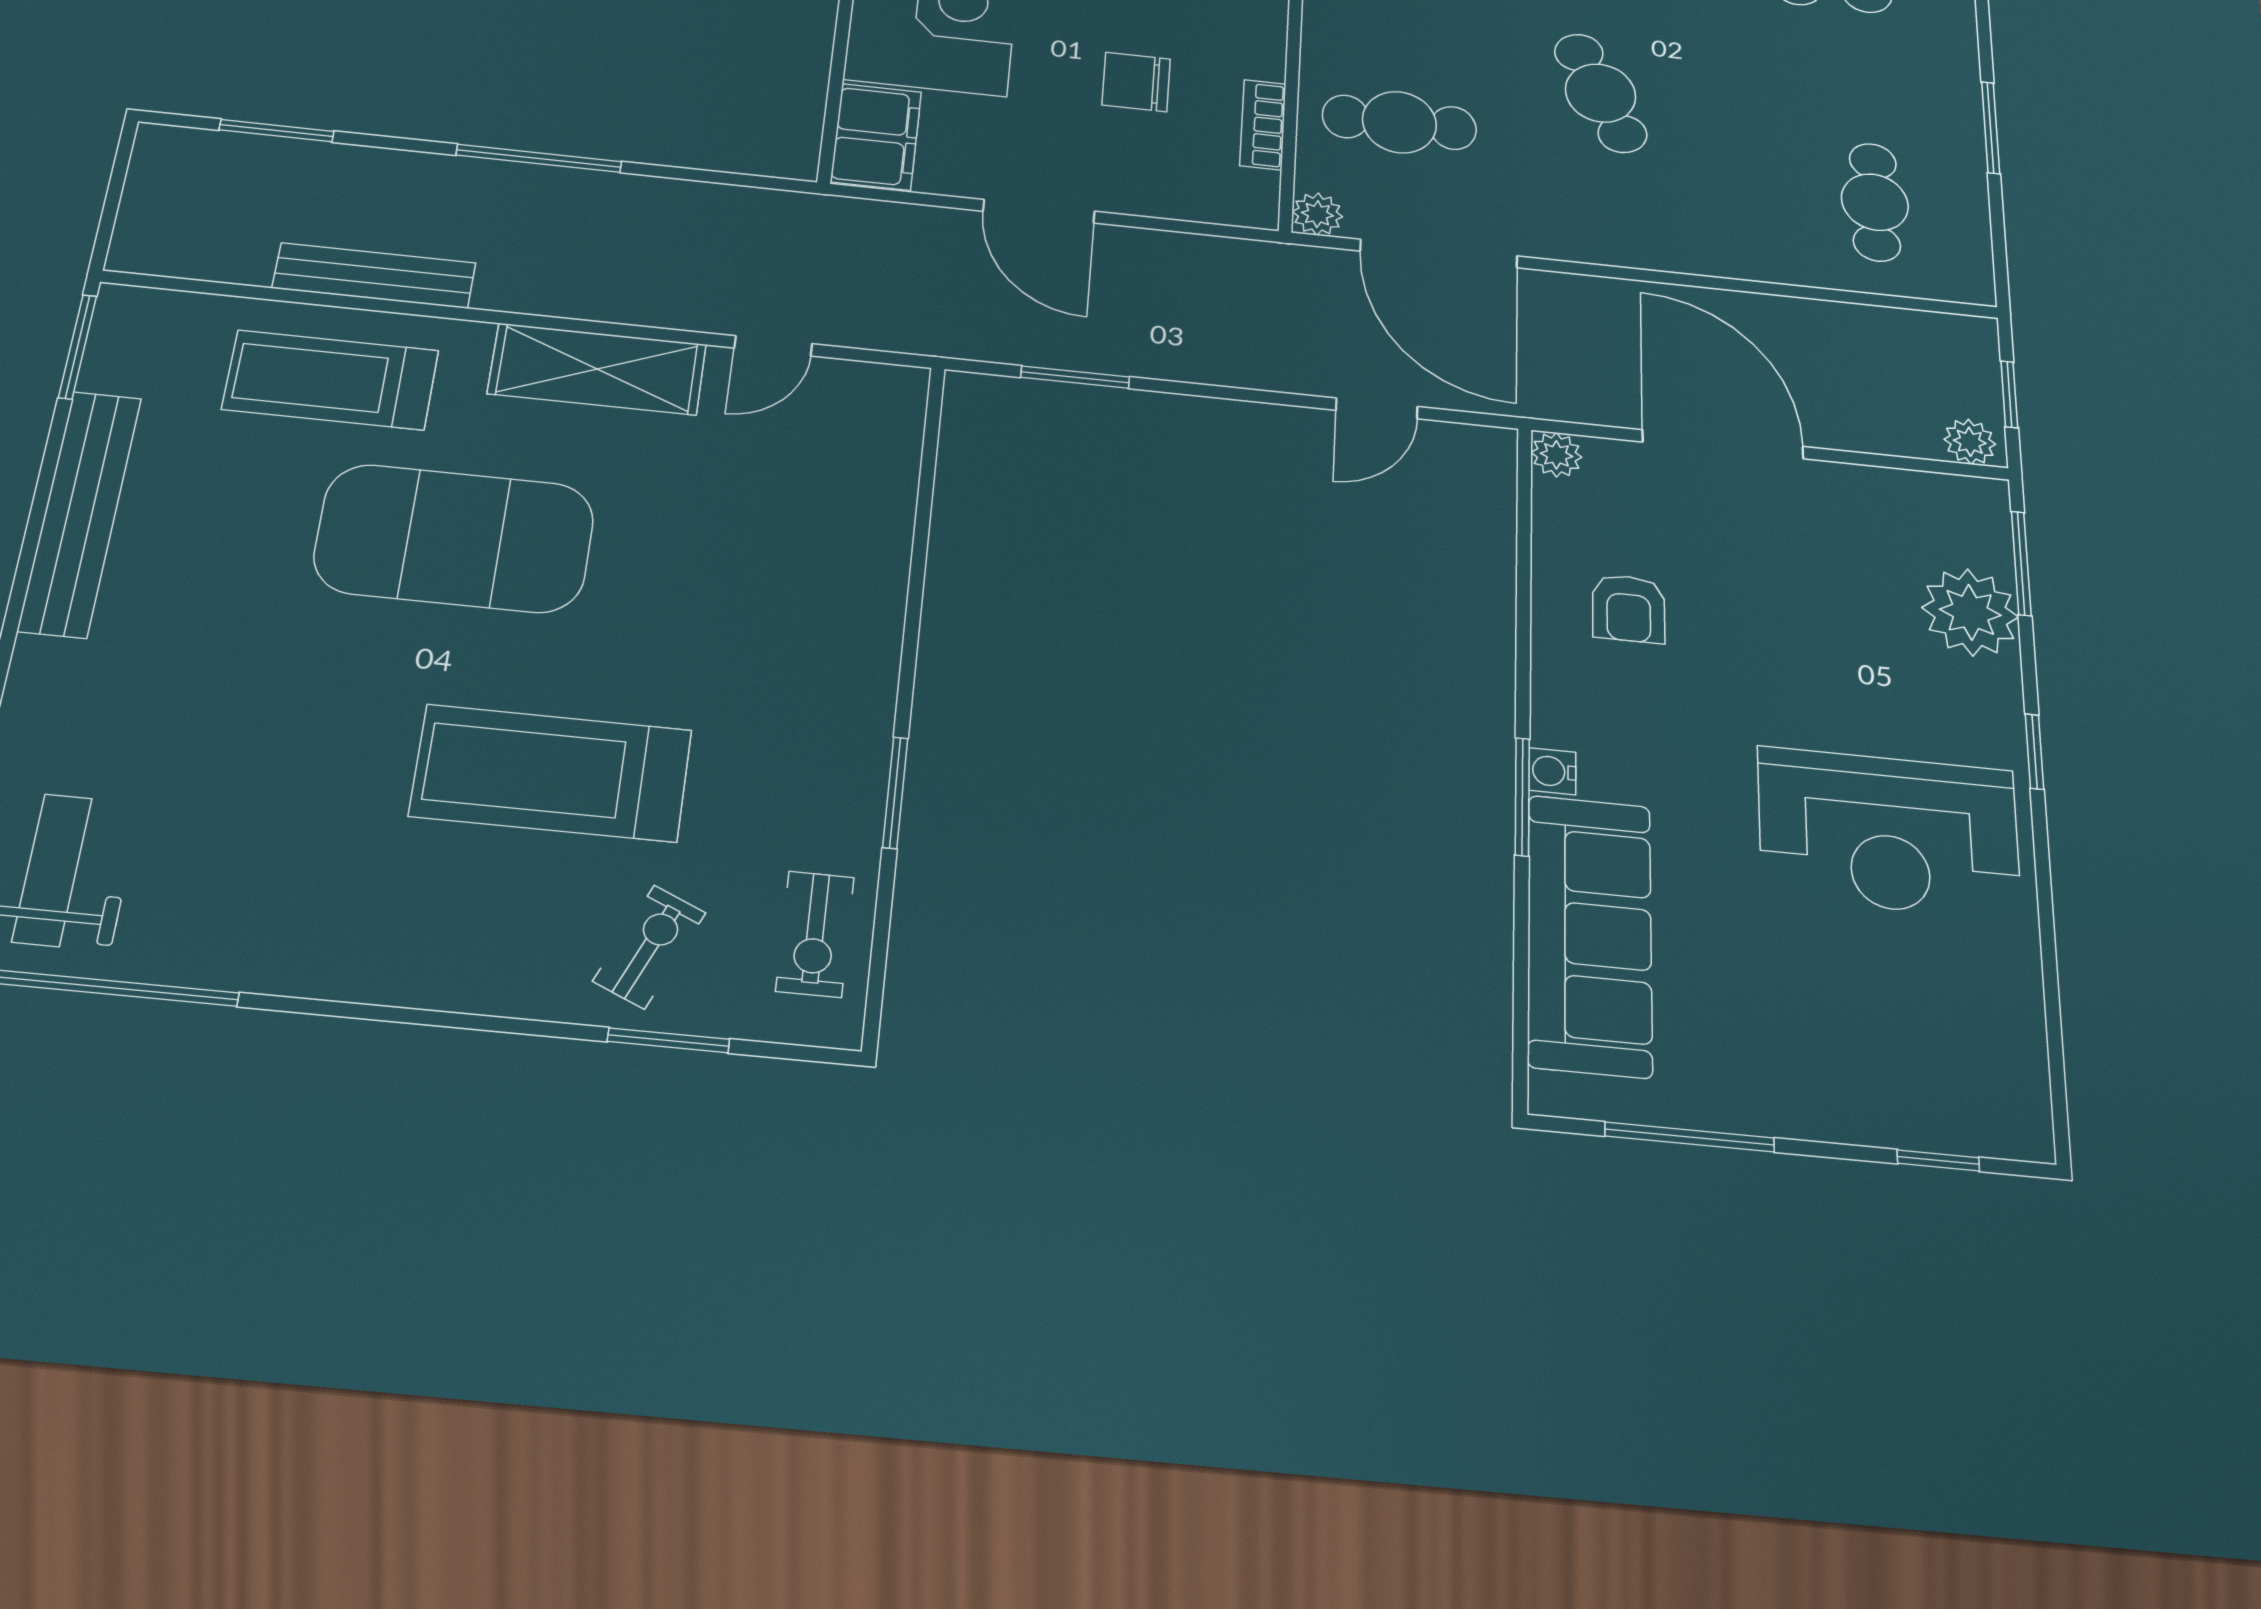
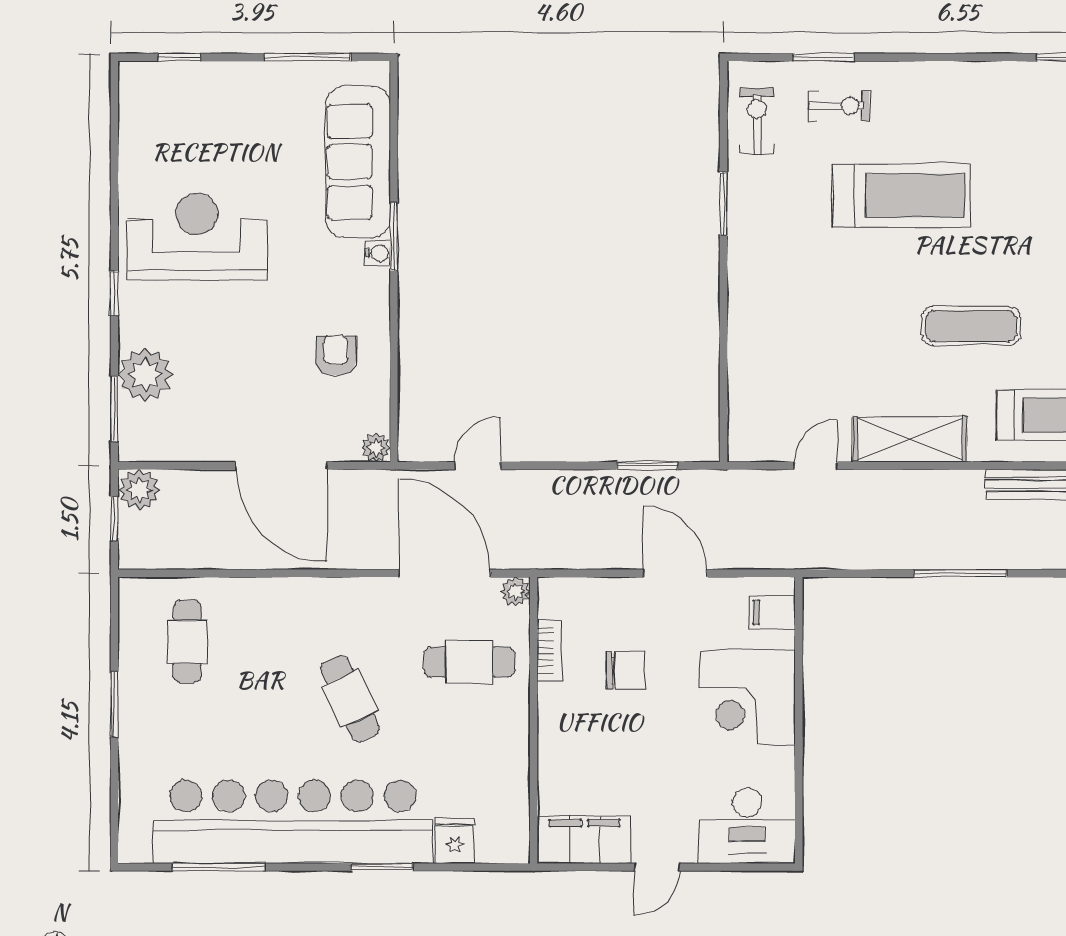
filing cabinet: (876, 137) -> (772, 612), width x0.50
plant: (1970, 442) -> (139, 490), width x1.38, depth x1.38
exercise mat: (454, 538) -> (971, 326), width x0.50, depth x0.69
exercise bike: (649, 947) -> (839, 106), turned -114

